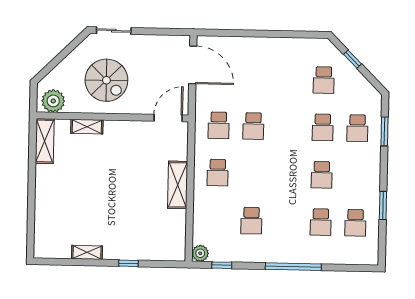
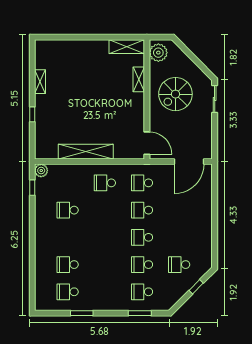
school desk: (322, 175) -> (142, 237), moved
shelving: (178, 185) -> (86, 152), width x1.47
window: (293, 267) -> (32, 244), removed

